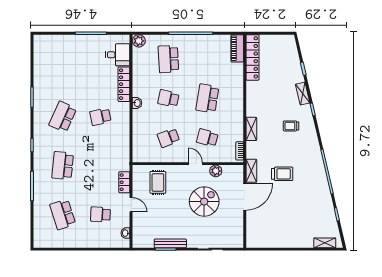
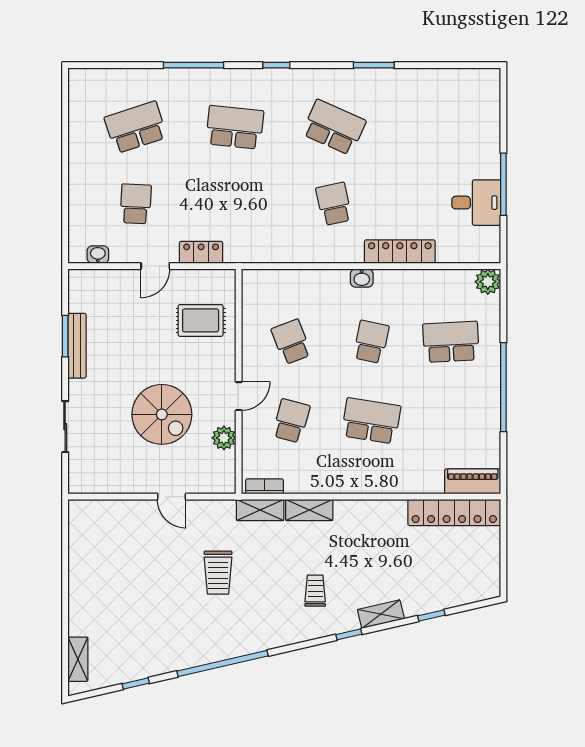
desk: (118, 55) -> (476, 203), moved, turned -90
shelving: (251, 171) -> (260, 510), moved
door: (245, 197) -> (172, 497), width x0.53

